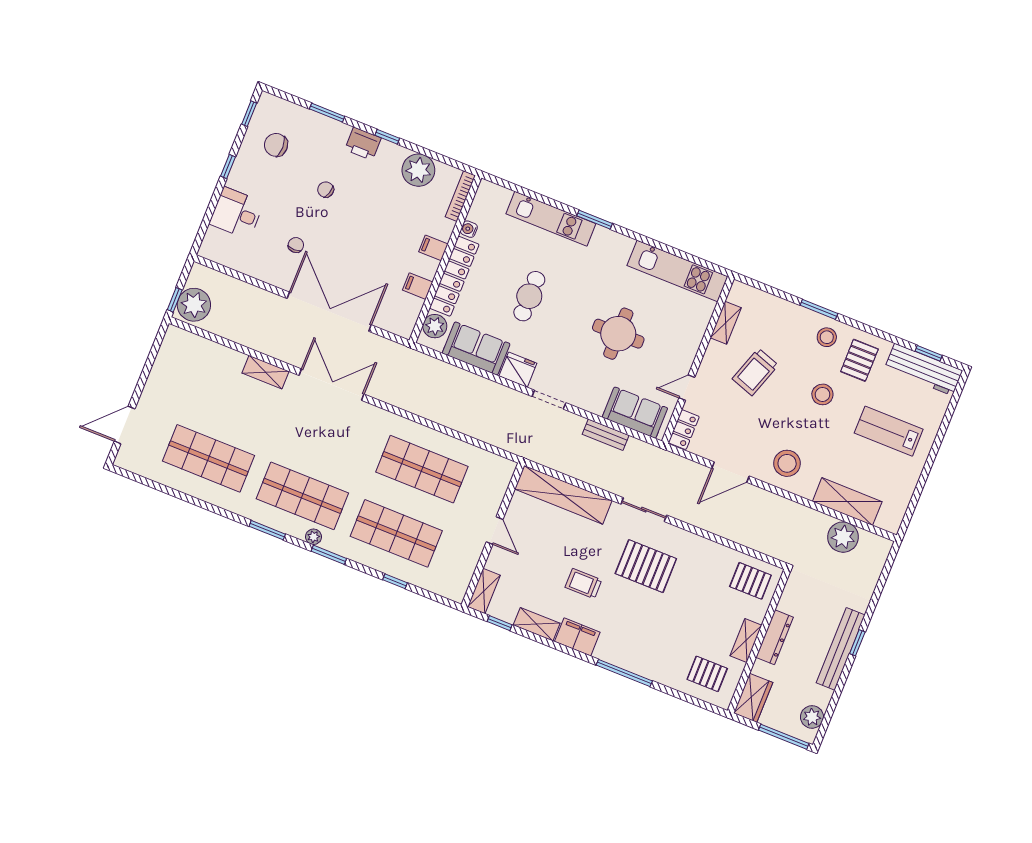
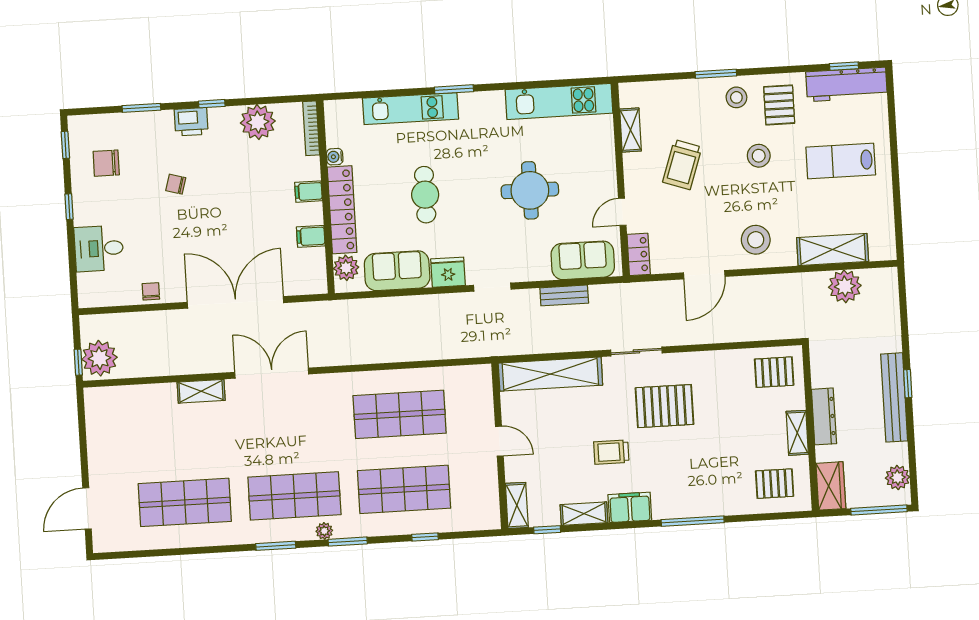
chair: (296, 245) -> (151, 291), moved

